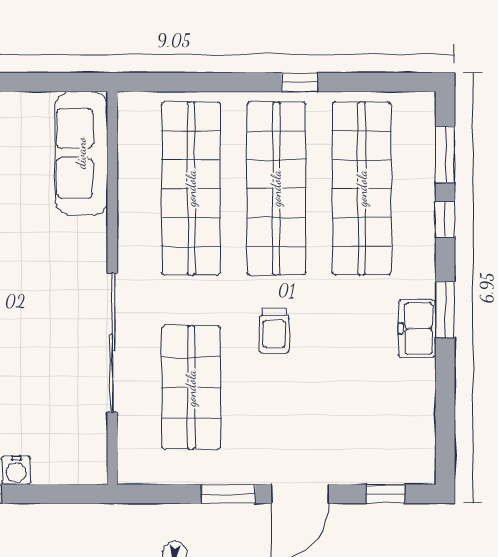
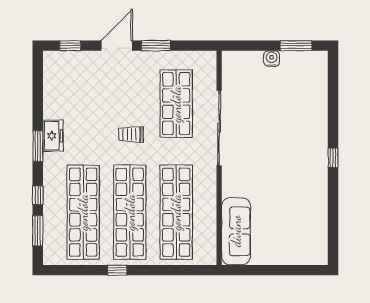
trolley: (274, 331) -> (131, 134), turned -90

